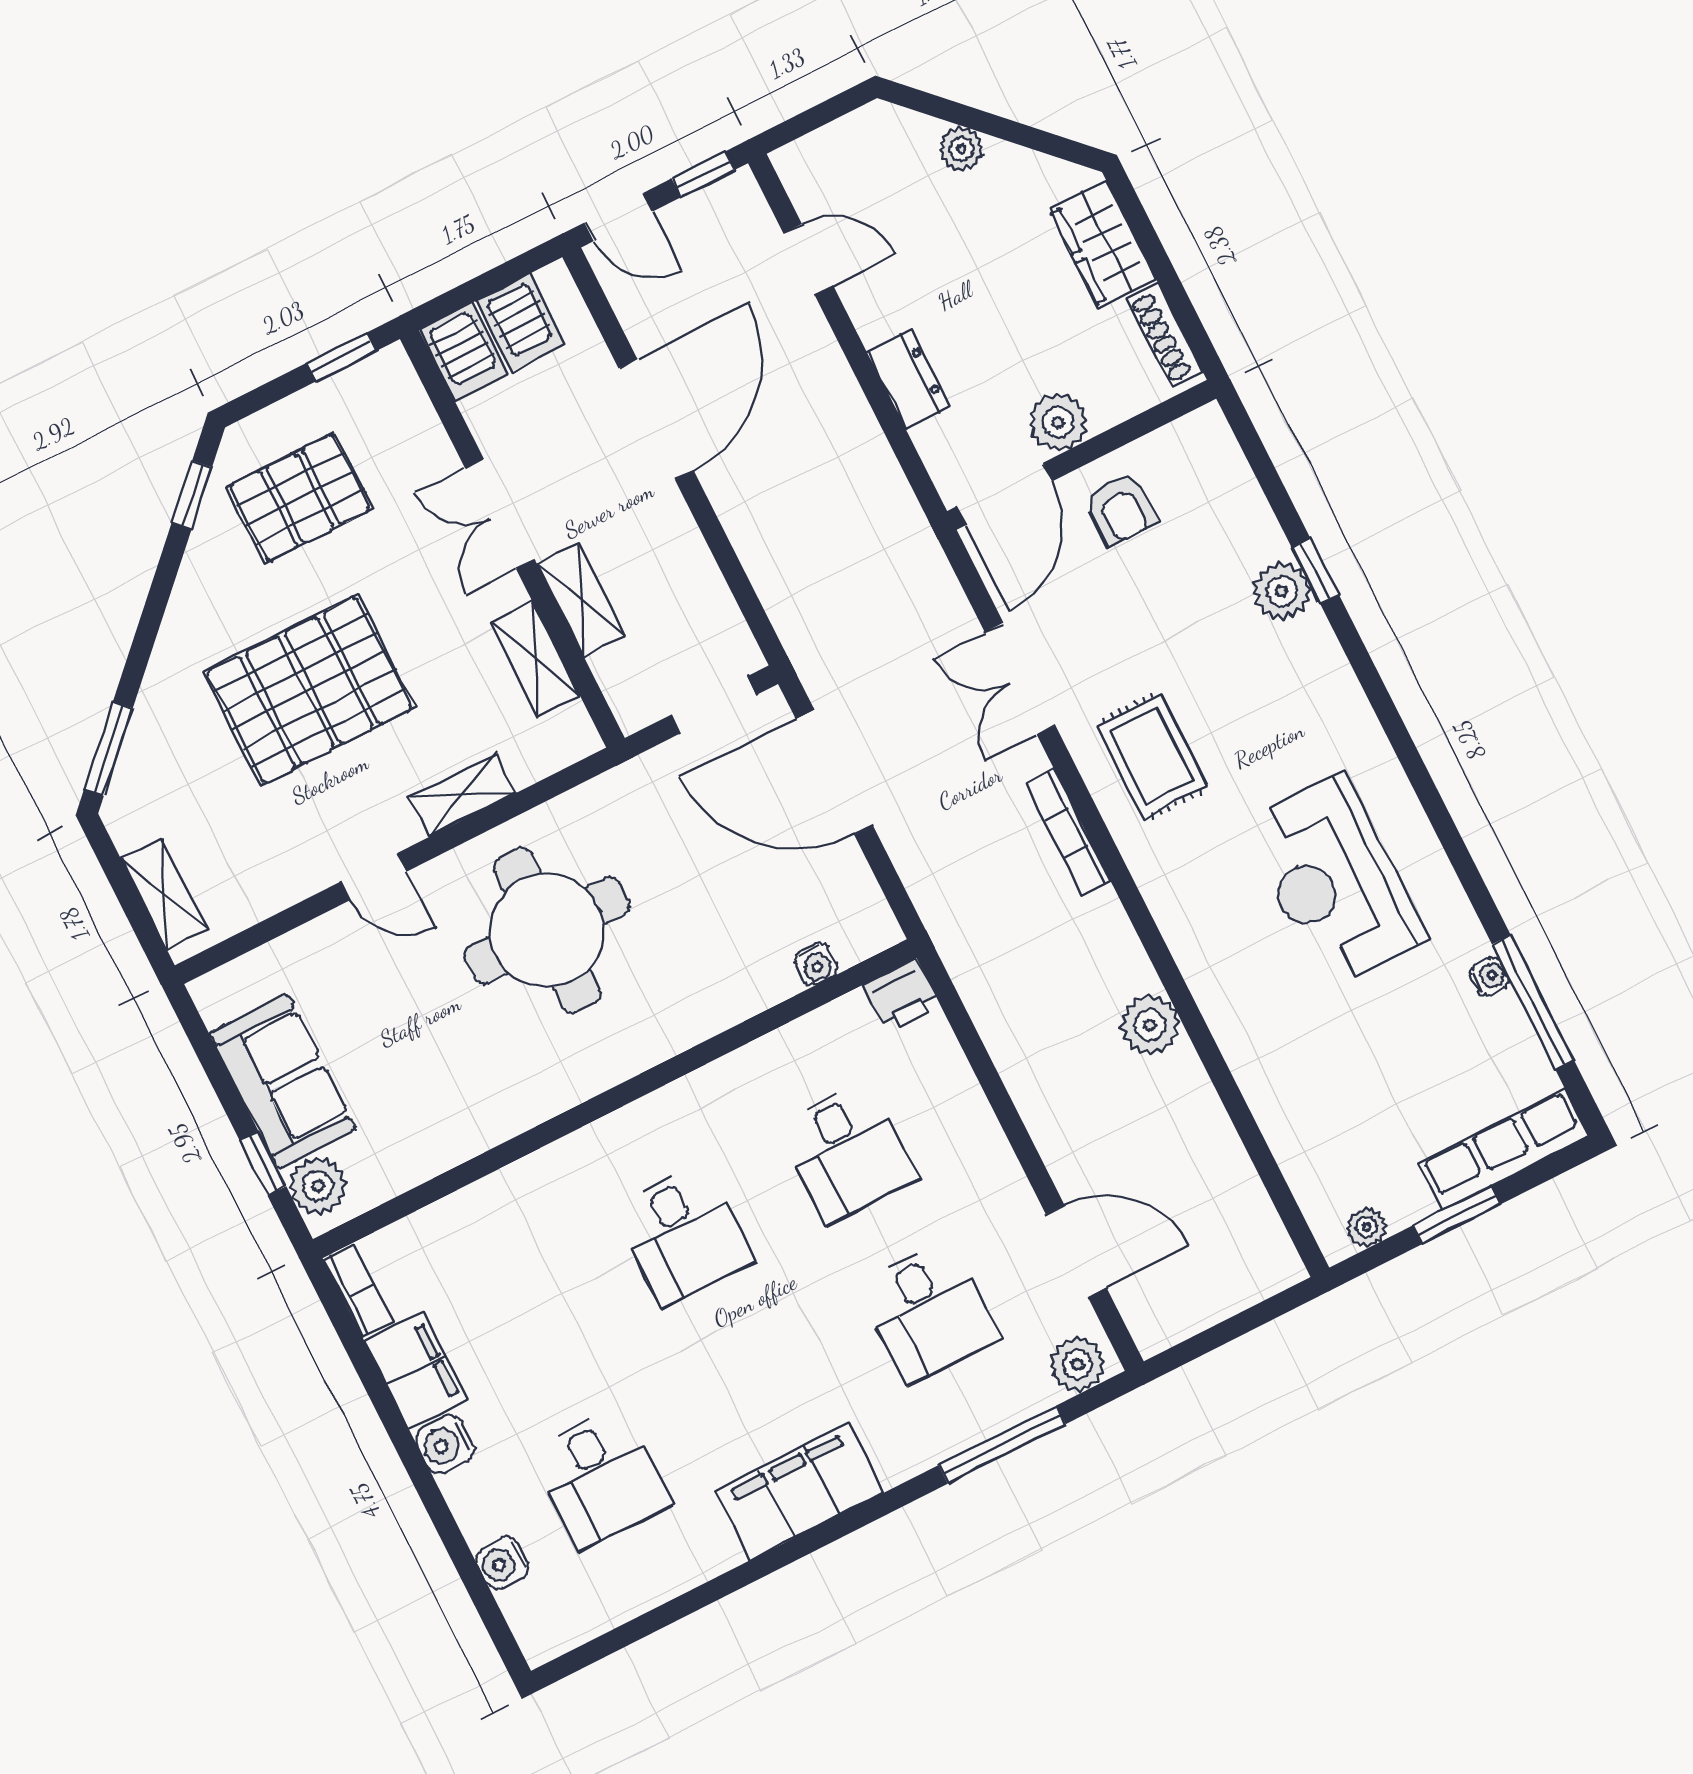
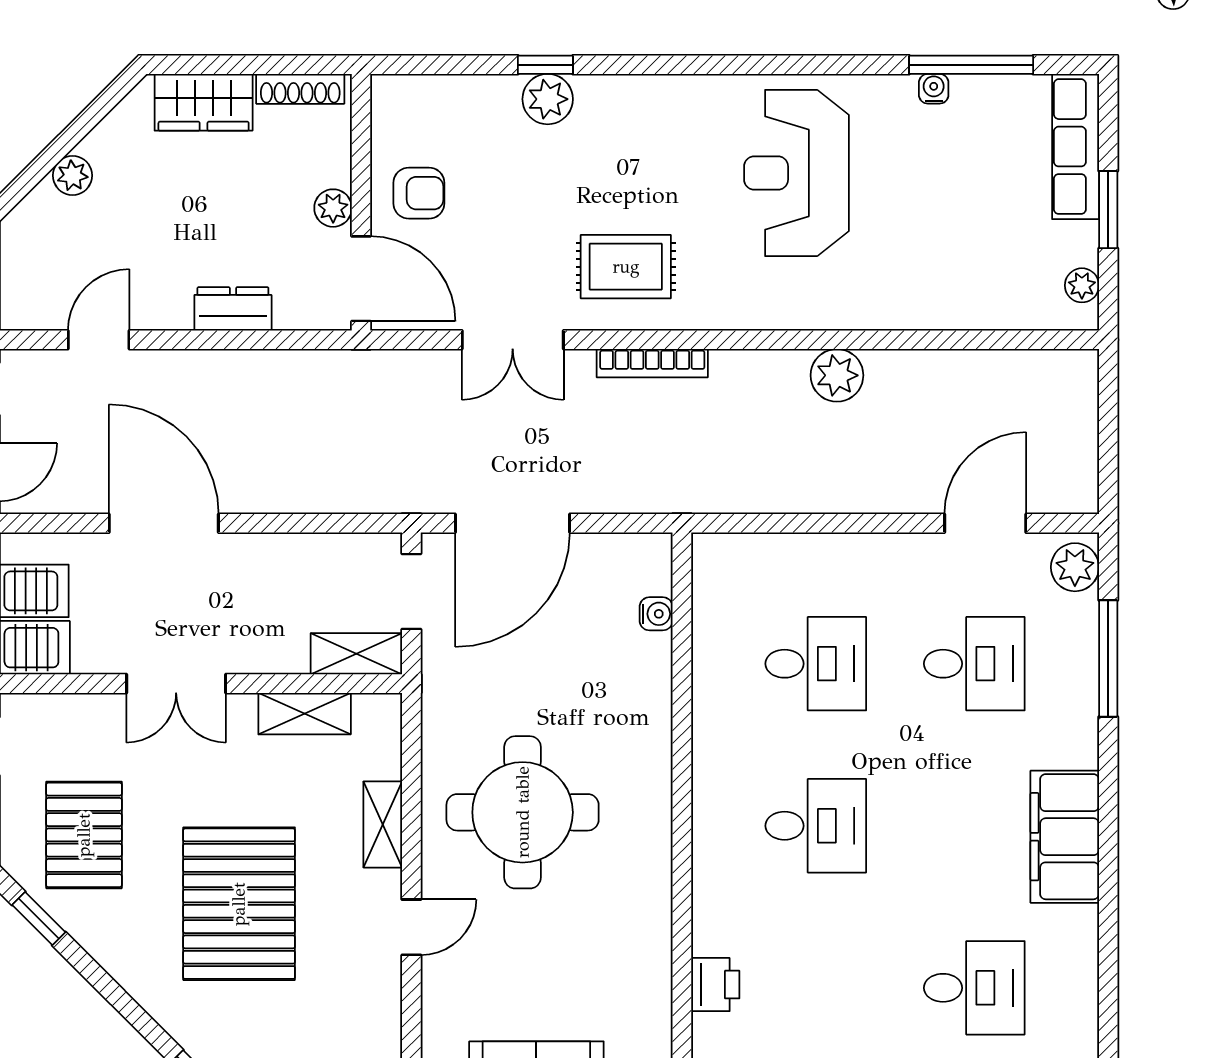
plant: (1058, 422) -> (333, 208), width x0.73, depth x0.73
shelving: (581, 600) -> (356, 654), moved
reception desk: (1334, 881) -> (796, 173), turned 90
printer: (902, 996) -> (715, 985), moved

